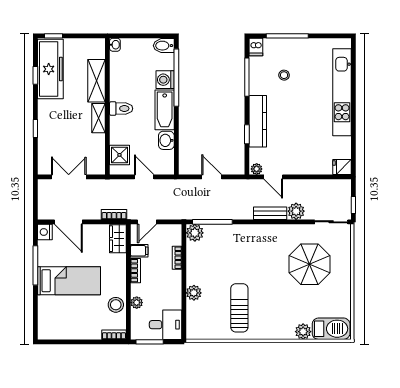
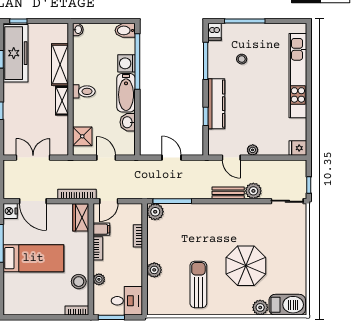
plant: (257, 169) -> (253, 150), moved
bookcase: (114, 215) -> (77, 194), width x1.56
parasol: (309, 264) -> (246, 266), moved

